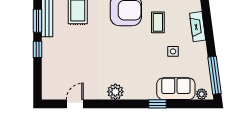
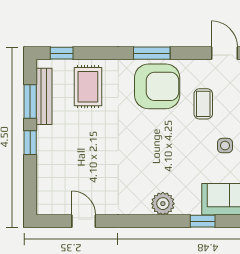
plant: (115, 92) -> (163, 204), moved
door: (75, 104) -> (84, 221), hinge flipped

